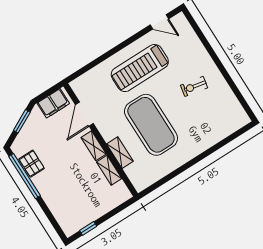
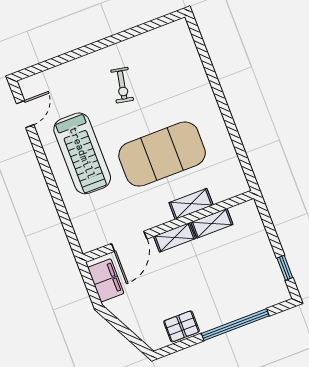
door: (84, 114) -> (129, 241), hinge flipped
window: (22, 121) -> (121, 328), removed
window: (24, 176) -> (235, 325), moved

